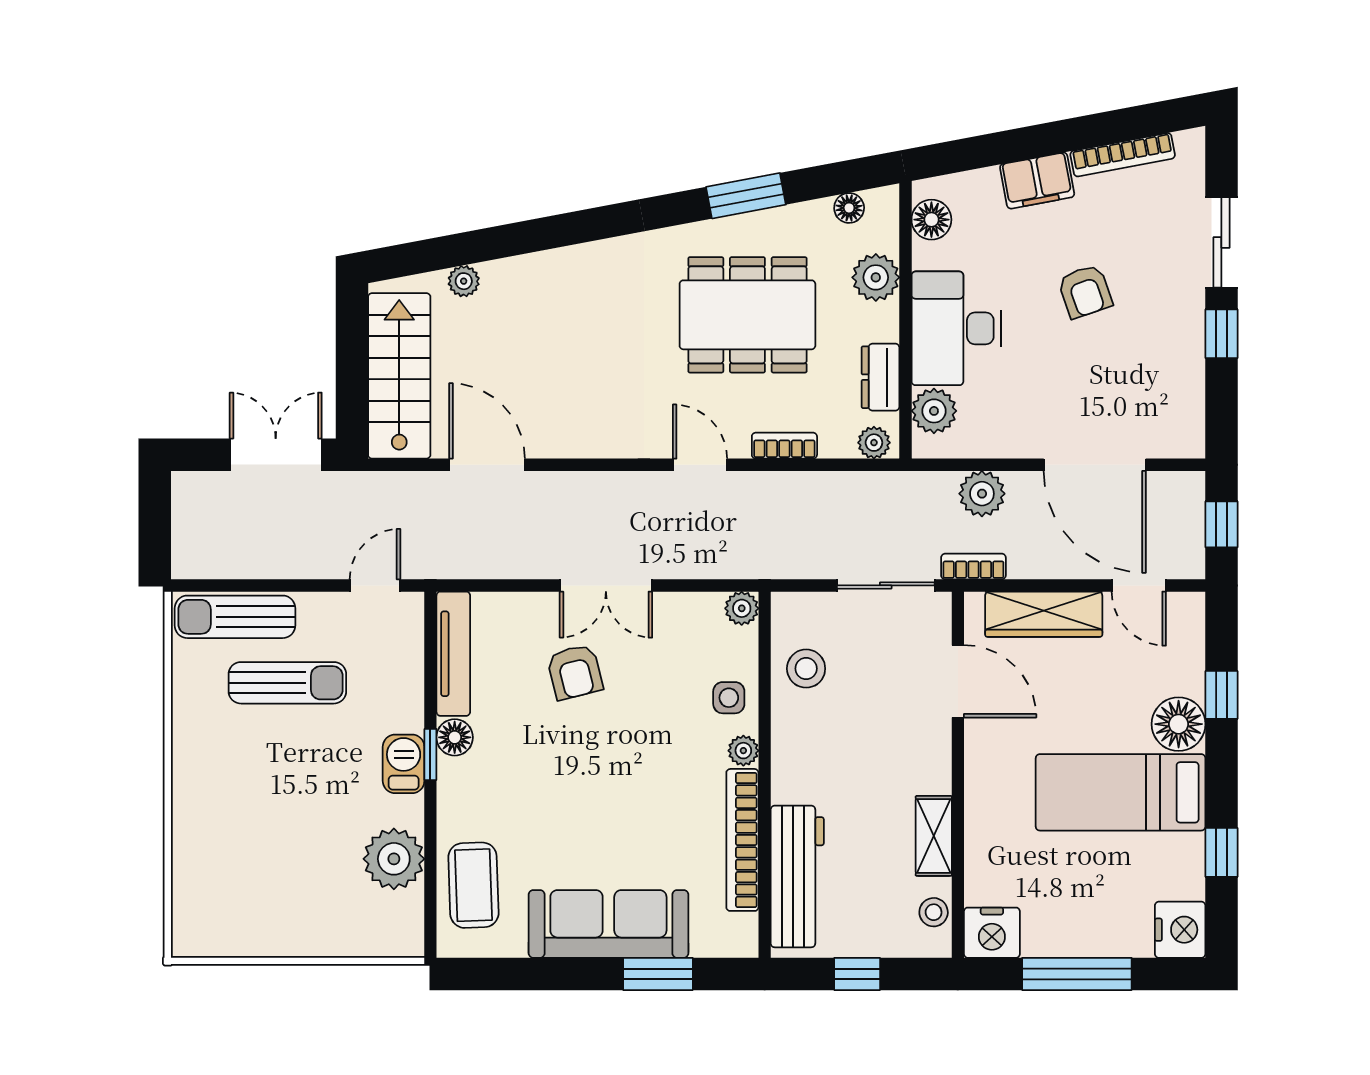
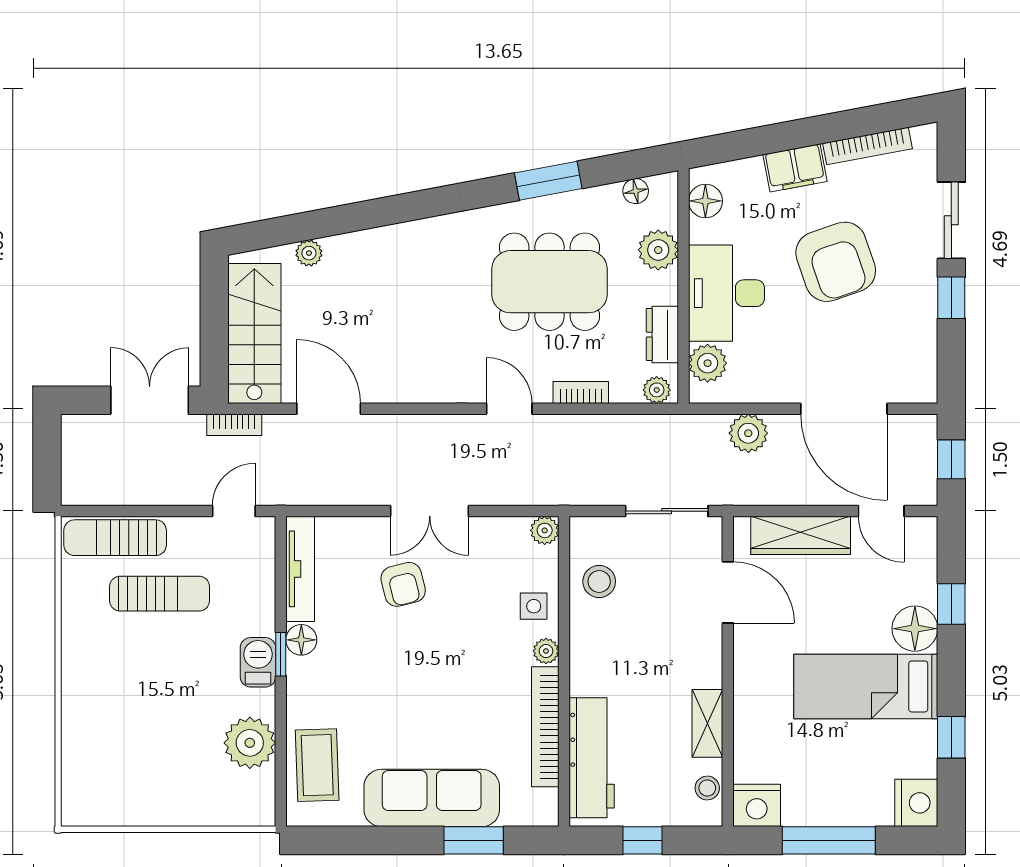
armchair: (1085, 291) -> (836, 262), width x1.88, depth x1.88
bookcase: (973, 567) -> (234, 425), moved, turned 180

